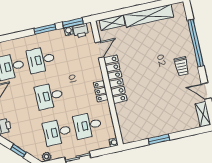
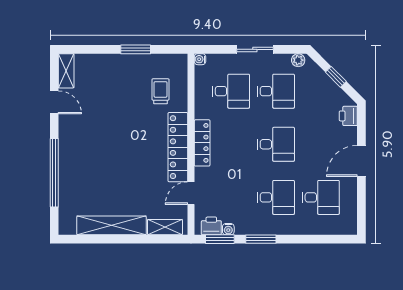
trolley: (182, 66) -> (161, 91), moved
locker: (101, 91) -> (202, 143), width x1.53

